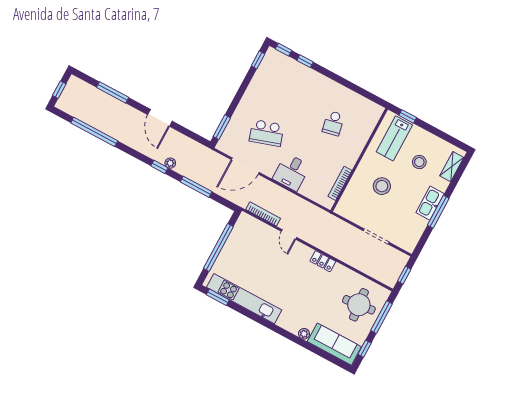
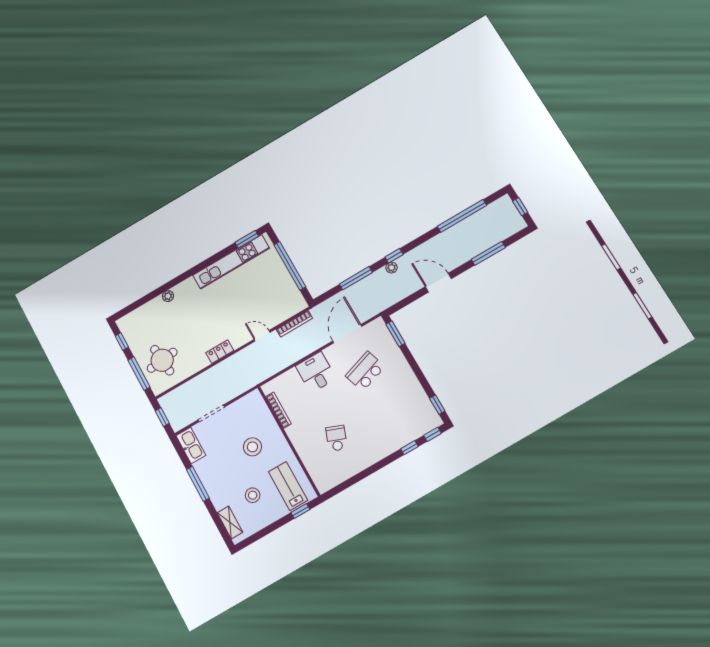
school desk: (333, 123) -> (336, 438), turned 33
kitchen sink: (430, 203) -> (191, 445), moved
sofa: (334, 344) -> (142, 317), removed

